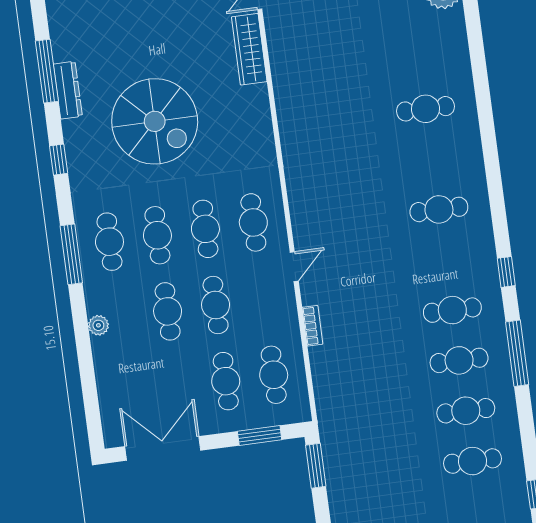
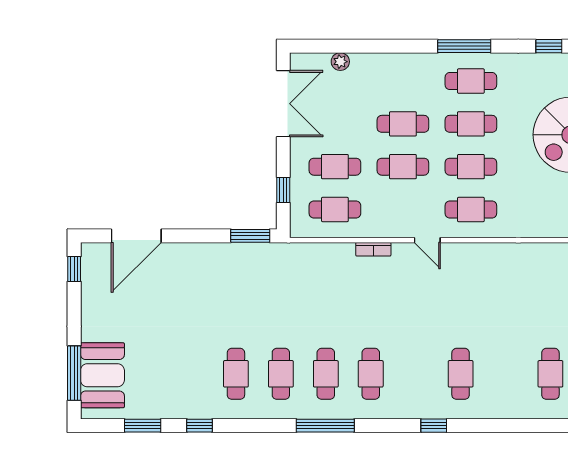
window: (506, 272) -> (434, 426), moved
plant: (98, 325) -> (340, 62), moved
window: (260, 436) -> (283, 190), width x0.67

